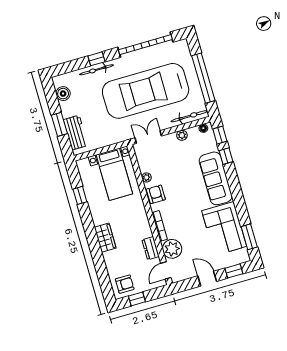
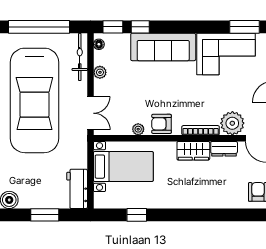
workbench: (76, 133) -> (77, 189), moved, turned -90
double door: (148, 137) -> (90, 113), swing flipped
wardrobe: (105, 238) -> (193, 151), moved, turned 180

